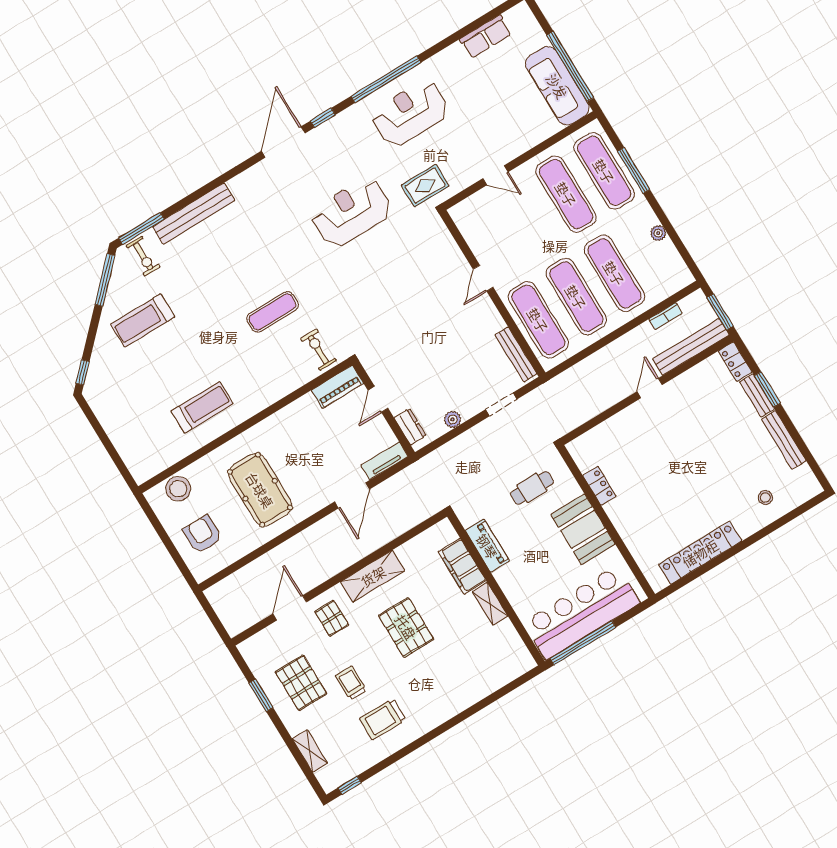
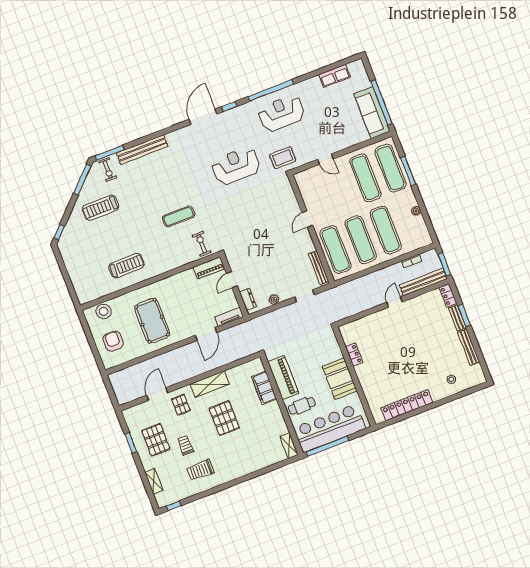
cafe table: (532, 488) -> (302, 406), moved
piano: (487, 546) -> (283, 377), width x1.37, depth x1.33
shelving: (490, 604) -> (289, 446), moved

